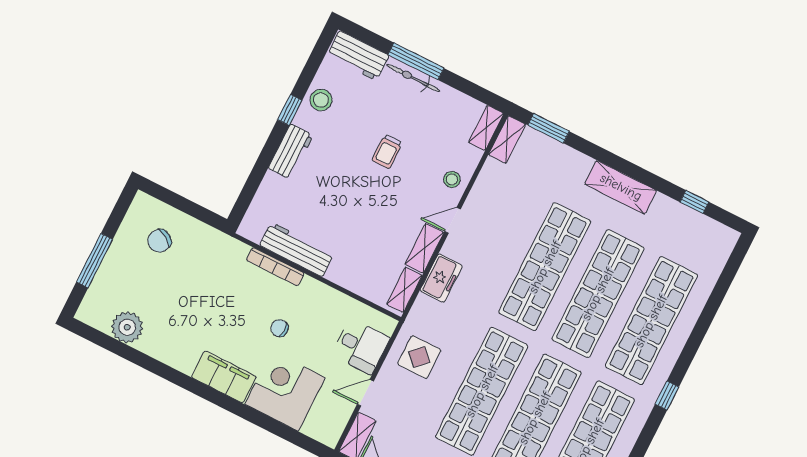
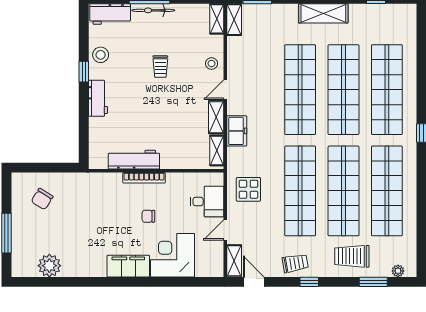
bookcase: (275, 267) -> (144, 178), moved

